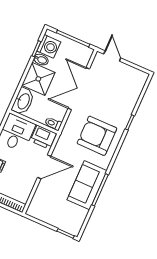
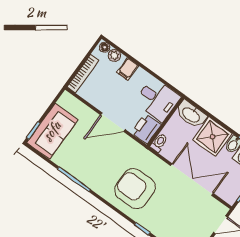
armchair: (97, 136) -> (135, 189), turned -90
door: (44, 167) -> (113, 122), hinge flipped
sofa: (87, 185) -> (52, 131), moved, turned 90

